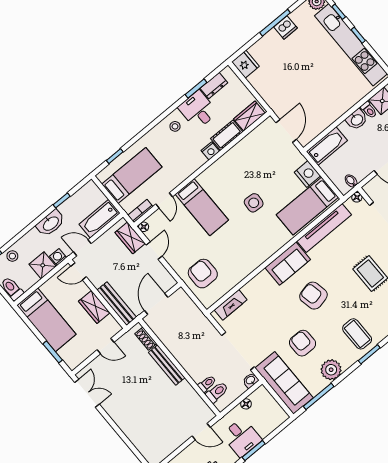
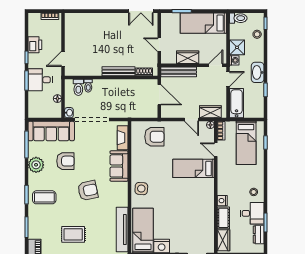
side table: (254, 203) -> (141, 189), moved
sofa: (288, 264) -> (119, 166), moved
door: (106, 346) -> (159, 45), hinge flipped

